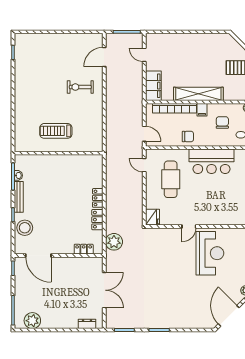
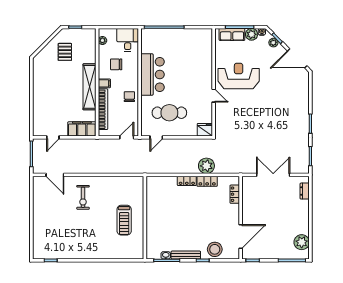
plant: (114, 242) -> (206, 166), moved

